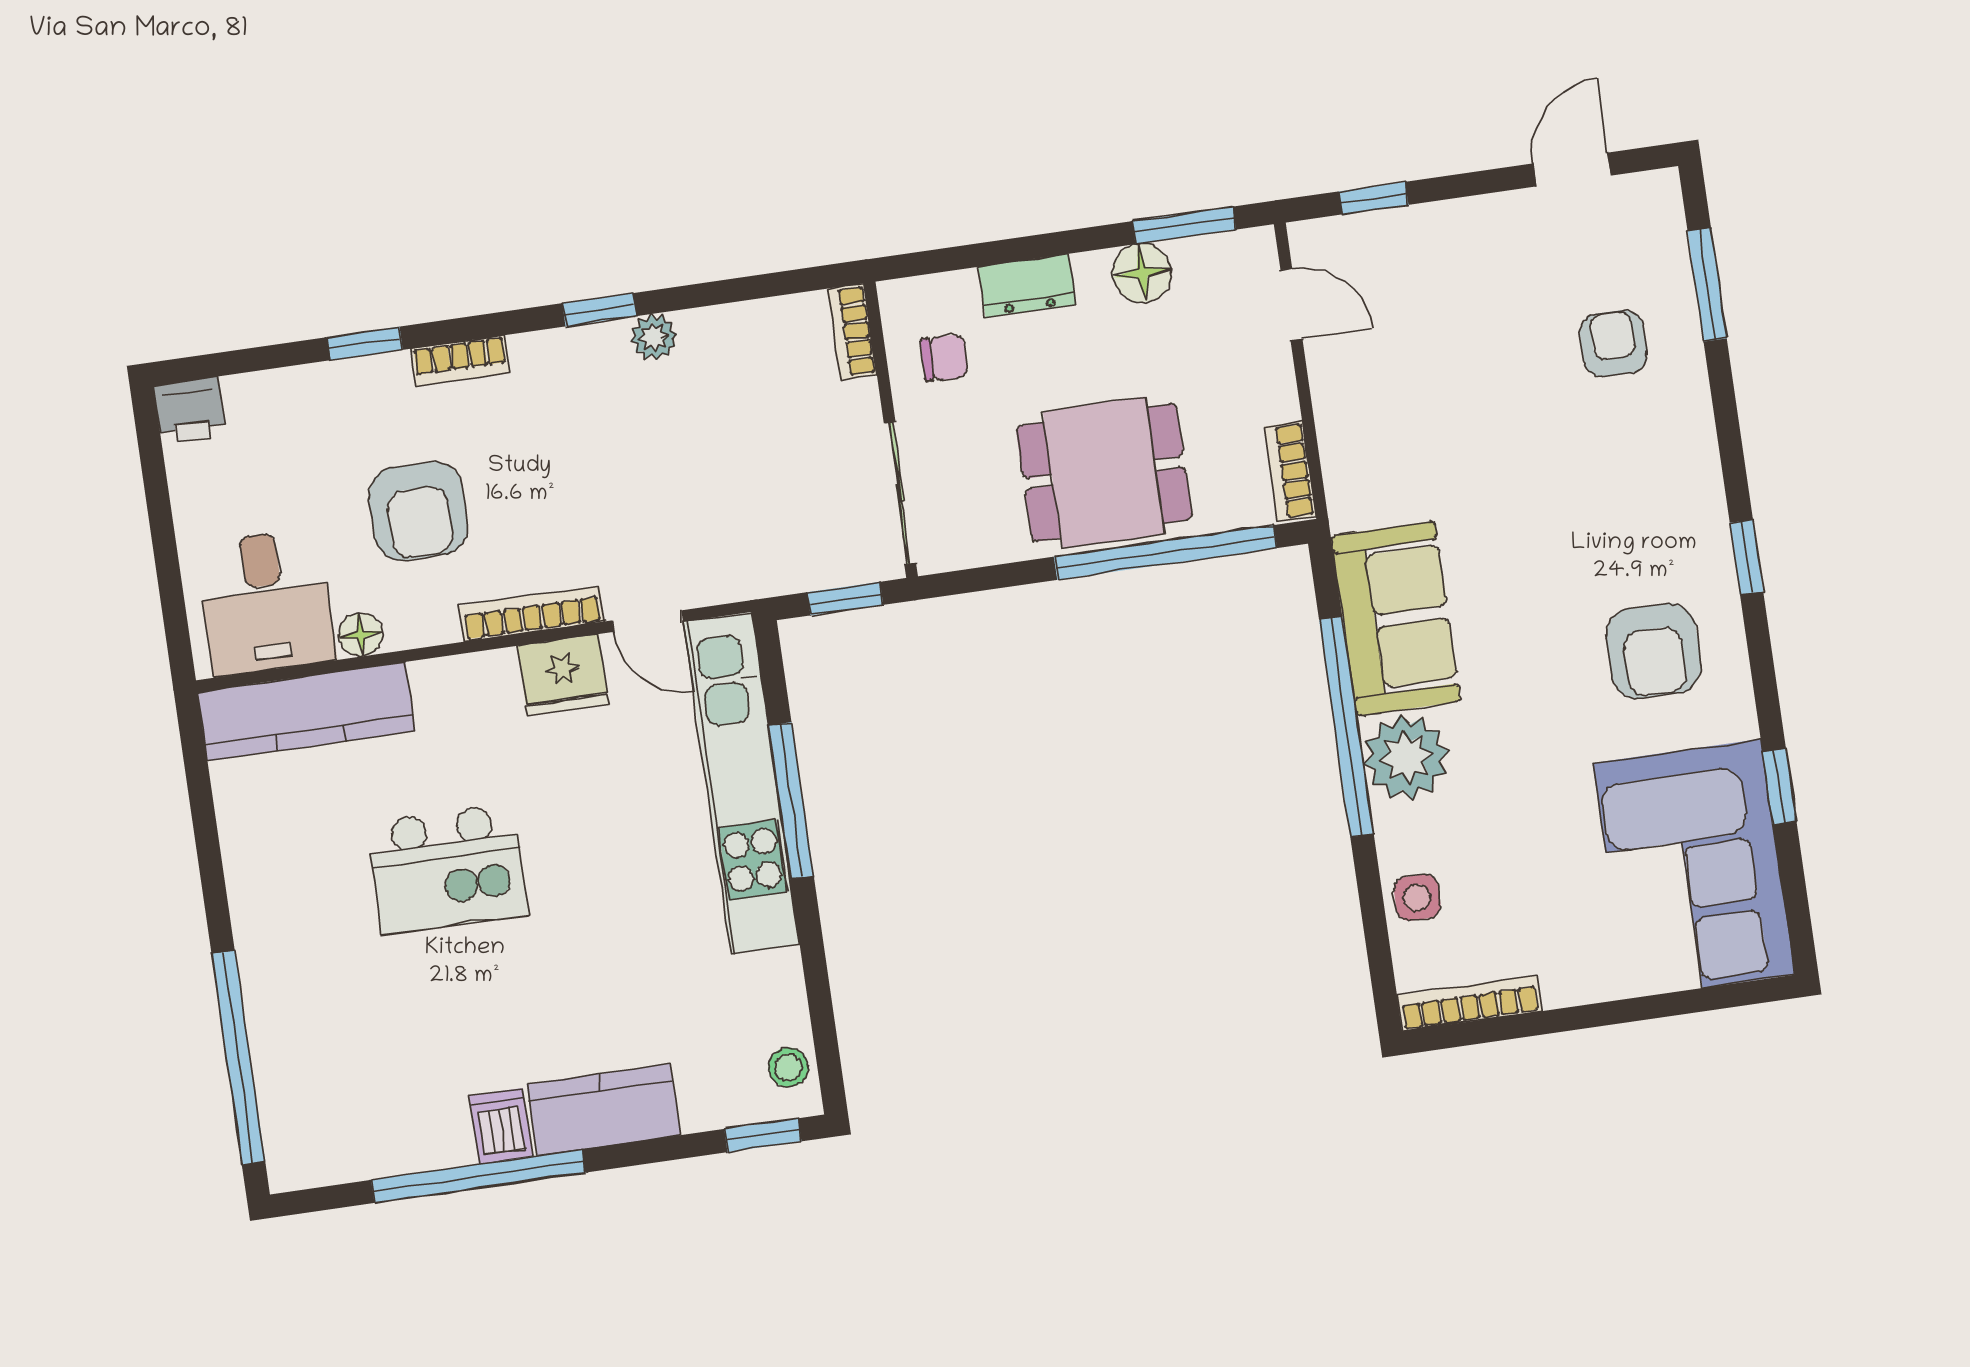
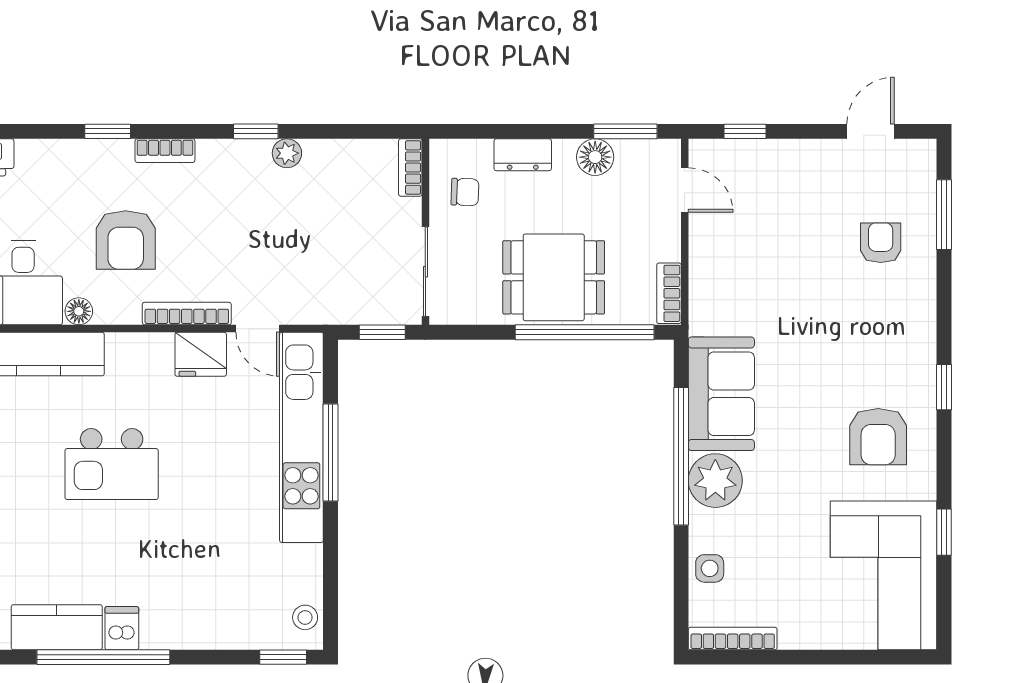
kitchen counter: (604, 1110) -> (57, 627), moved

